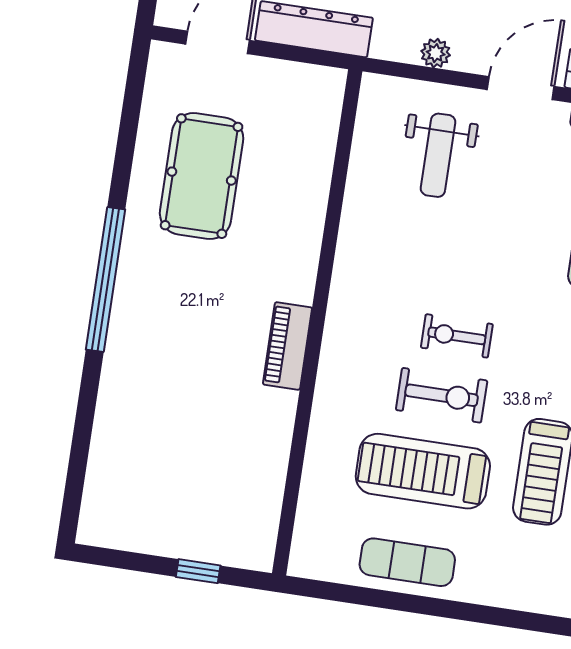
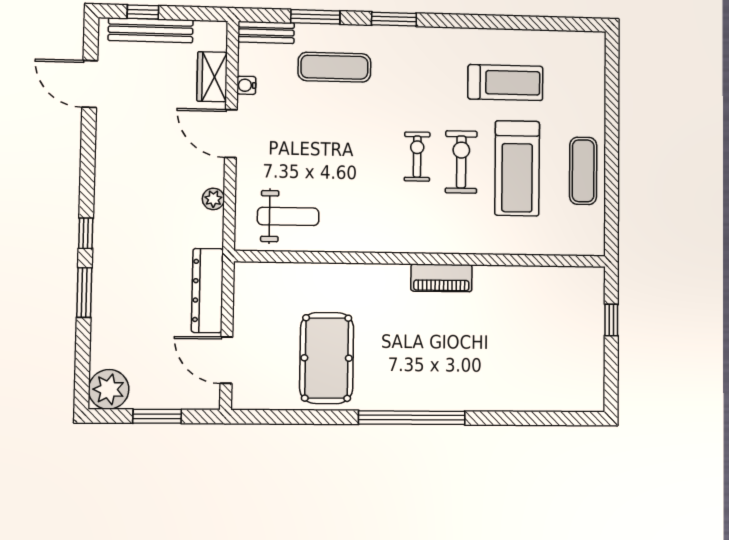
weight bench: (438, 155) -> (288, 216), moved
pool table: (202, 176) -> (327, 358), turned 90
exercise bike: (457, 336) -> (417, 157), turned 180

